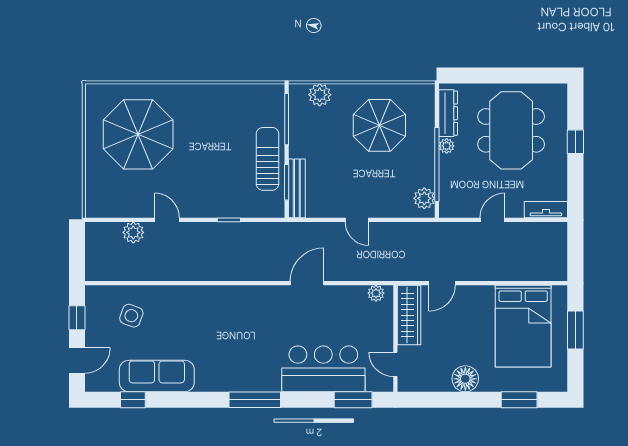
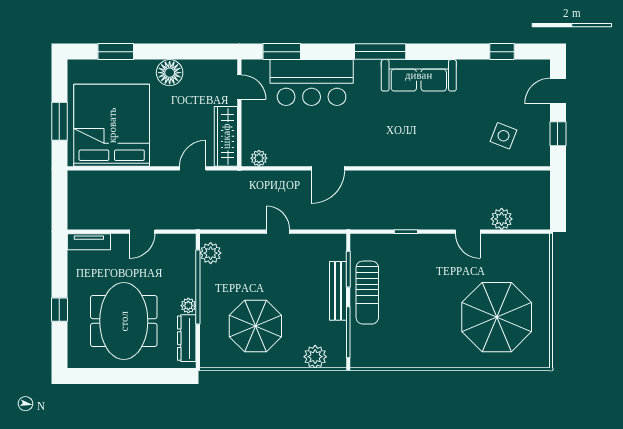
bench: (297, 188) -> (338, 291), moved
bed: (523, 326) -> (112, 125), width x1.36
sofa: (157, 376) -> (419, 75), moved

